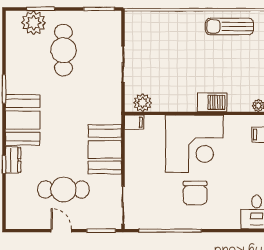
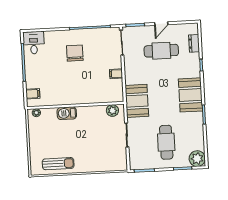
plant: (34, 23) -> (197, 159), moved
filing cabinet: (134, 122) -> (116, 74), moved
corner desk: (194, 144) -> (77, 85), removed
booth: (105, 149) -> (137, 101), moved
dresser: (13, 160) -> (194, 43), moved
door: (61, 231) -> (161, 24), hinge flipped

